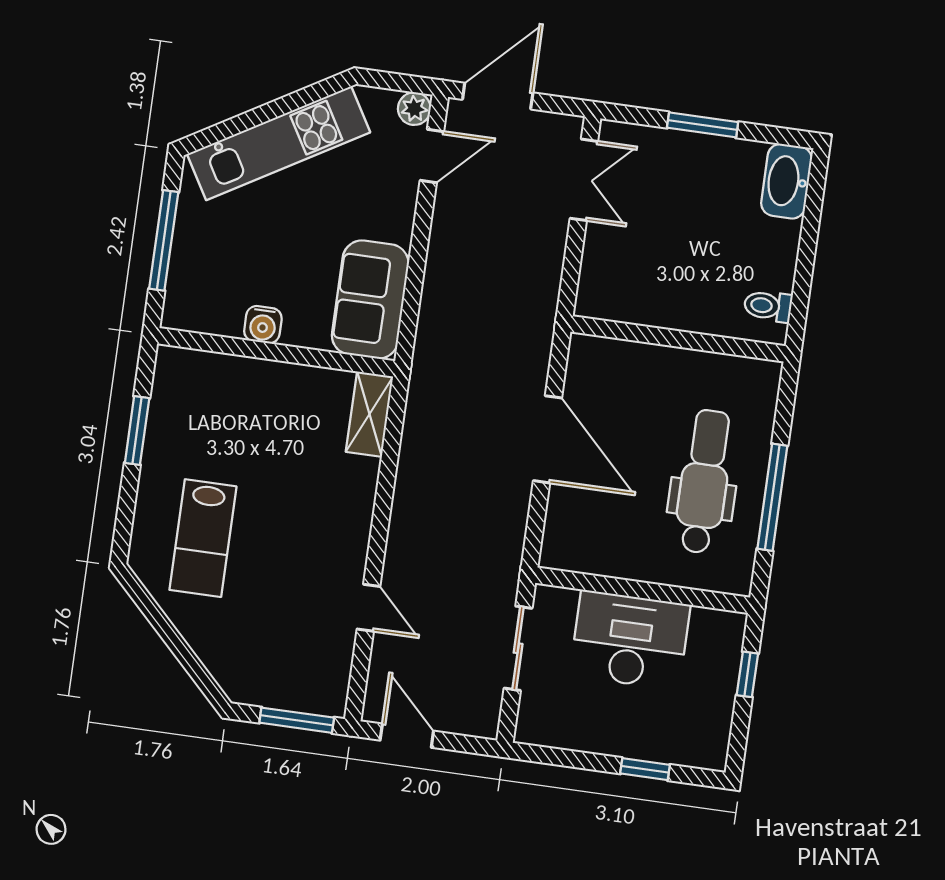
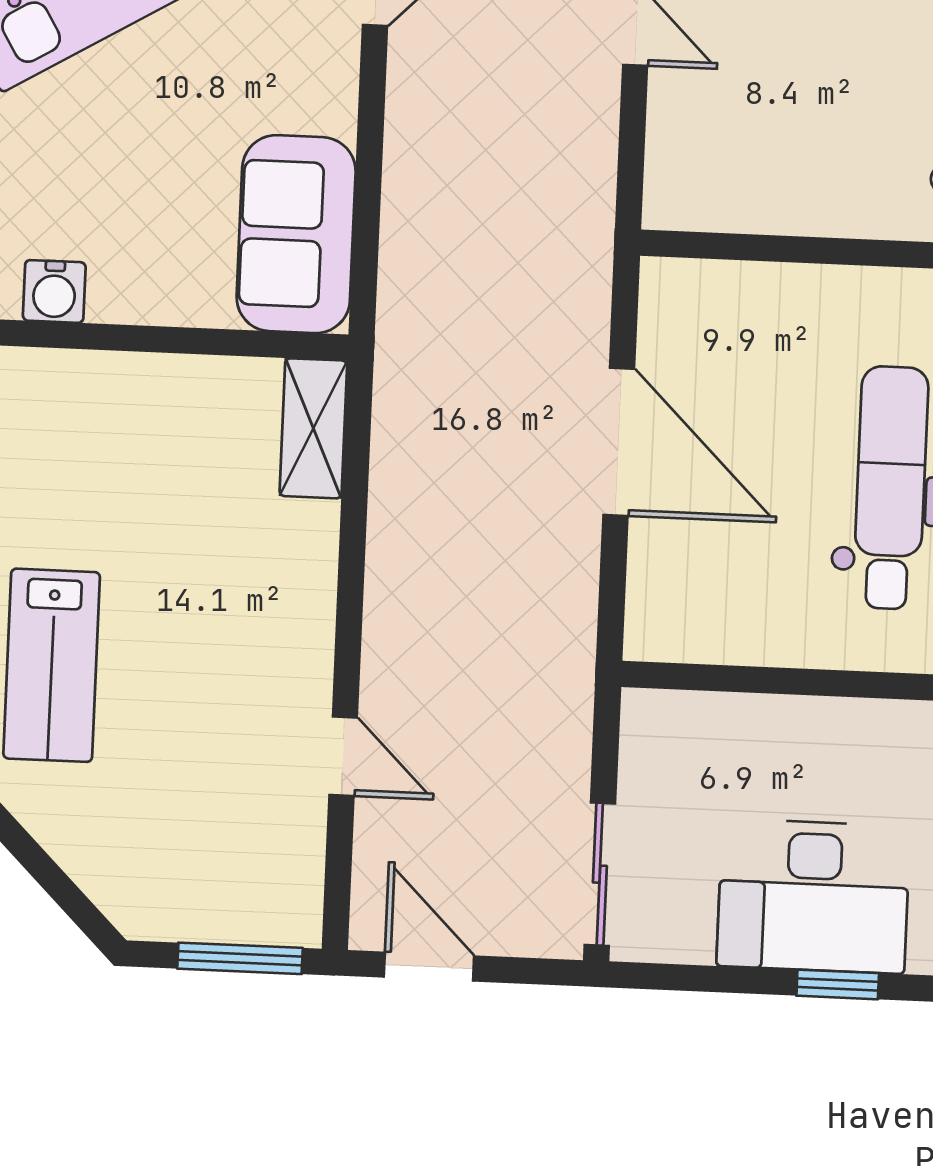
water cooler: (263, 325) -> (54, 291), moved
desk: (630, 640) -> (813, 896), moved, turned 180
sliding door: (518, 648) -> (600, 874), moved

